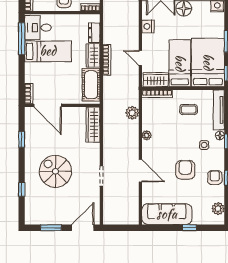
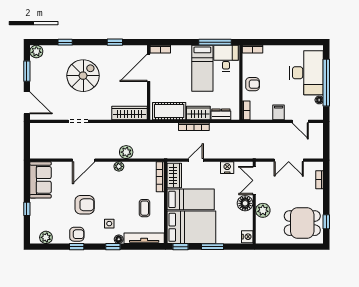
plant: (132, 113) -> (126, 152), moved
sofa: (167, 214) -> (40, 180), width x0.73
plant: (31, 218) -> (36, 51), added

